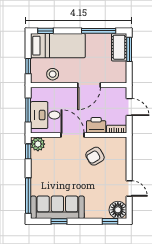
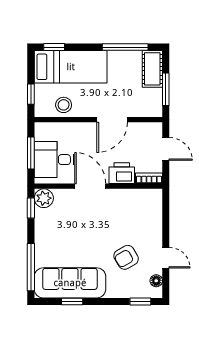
window: (129, 49) -> (166, 89), moved
armchair: (95, 156) -> (126, 257), moved
floor lamp: (118, 210) -> (156, 281), width x0.53, depth x0.53

